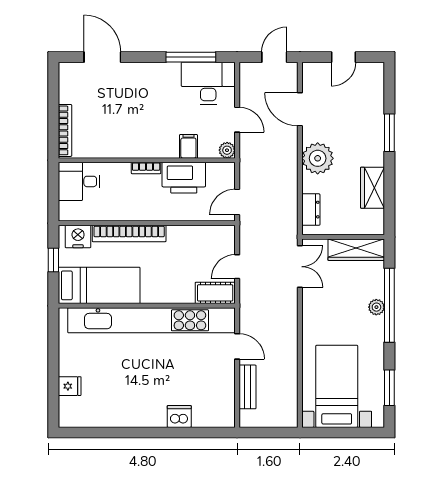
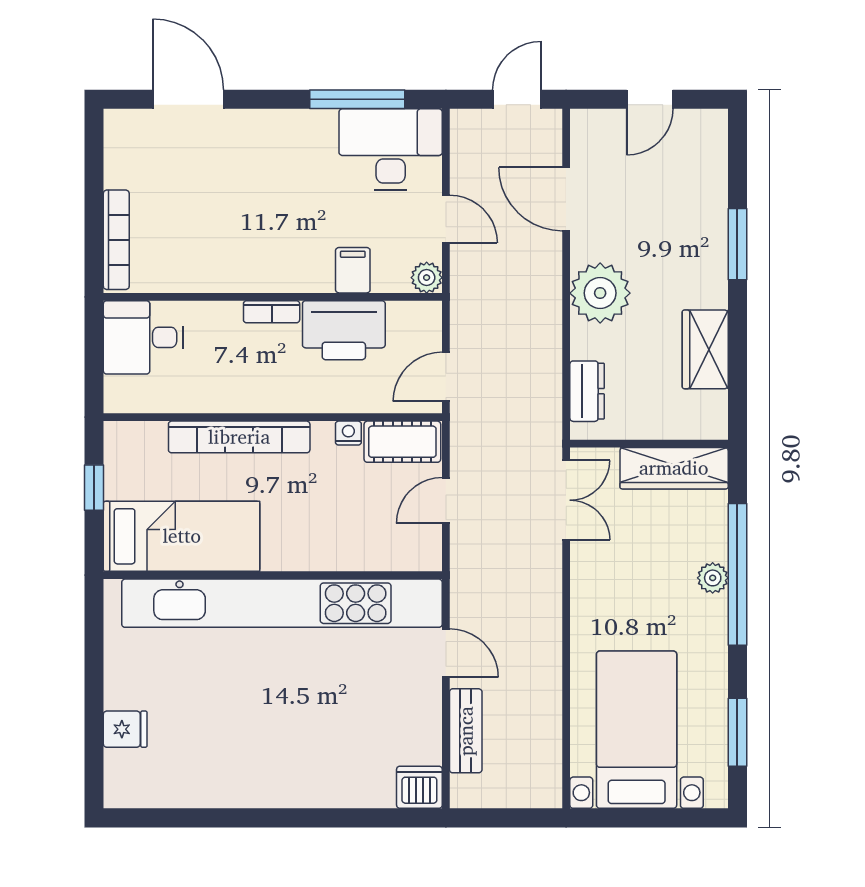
nightstand: (78, 236) -> (348, 433), moved, width x0.53, depth x0.56
cot: (215, 293) -> (402, 442), moved
dishwasher: (179, 416) -> (419, 787), moved

